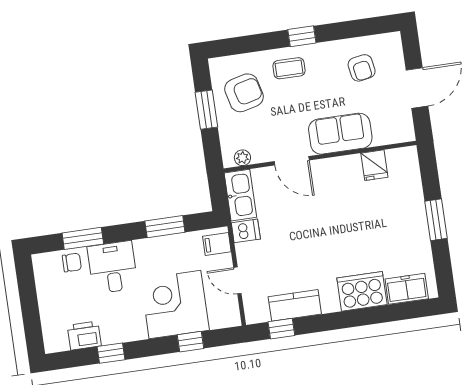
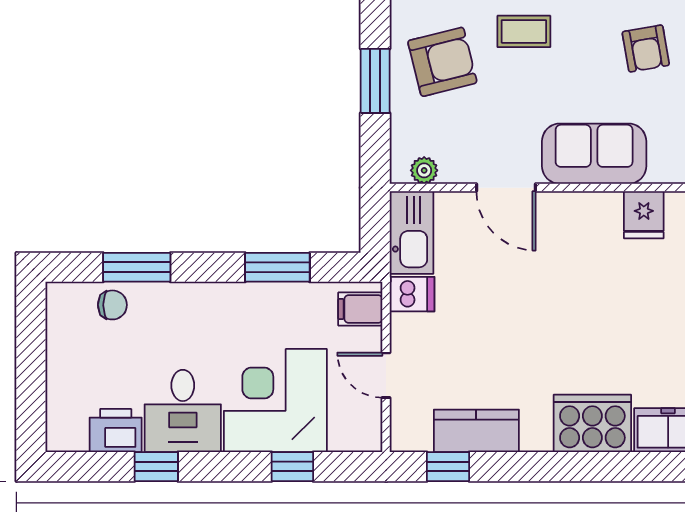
desk: (113, 267) -> (183, 411), moved, turned 180

